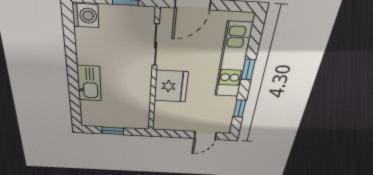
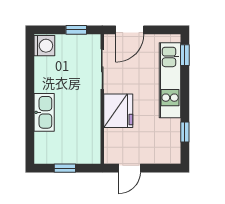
window: (248, 69) -> (185, 55), moved
door: (205, 135) -> (130, 168), moved

